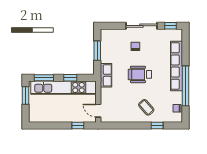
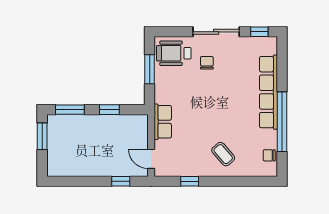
wheelchair: (140, 74) -> (174, 53), moved
row of seats: (106, 75) -> (163, 122), moved
kitchen unit: (63, 88) -> (99, 124), removed
window: (157, 125) -> (190, 181), moved

